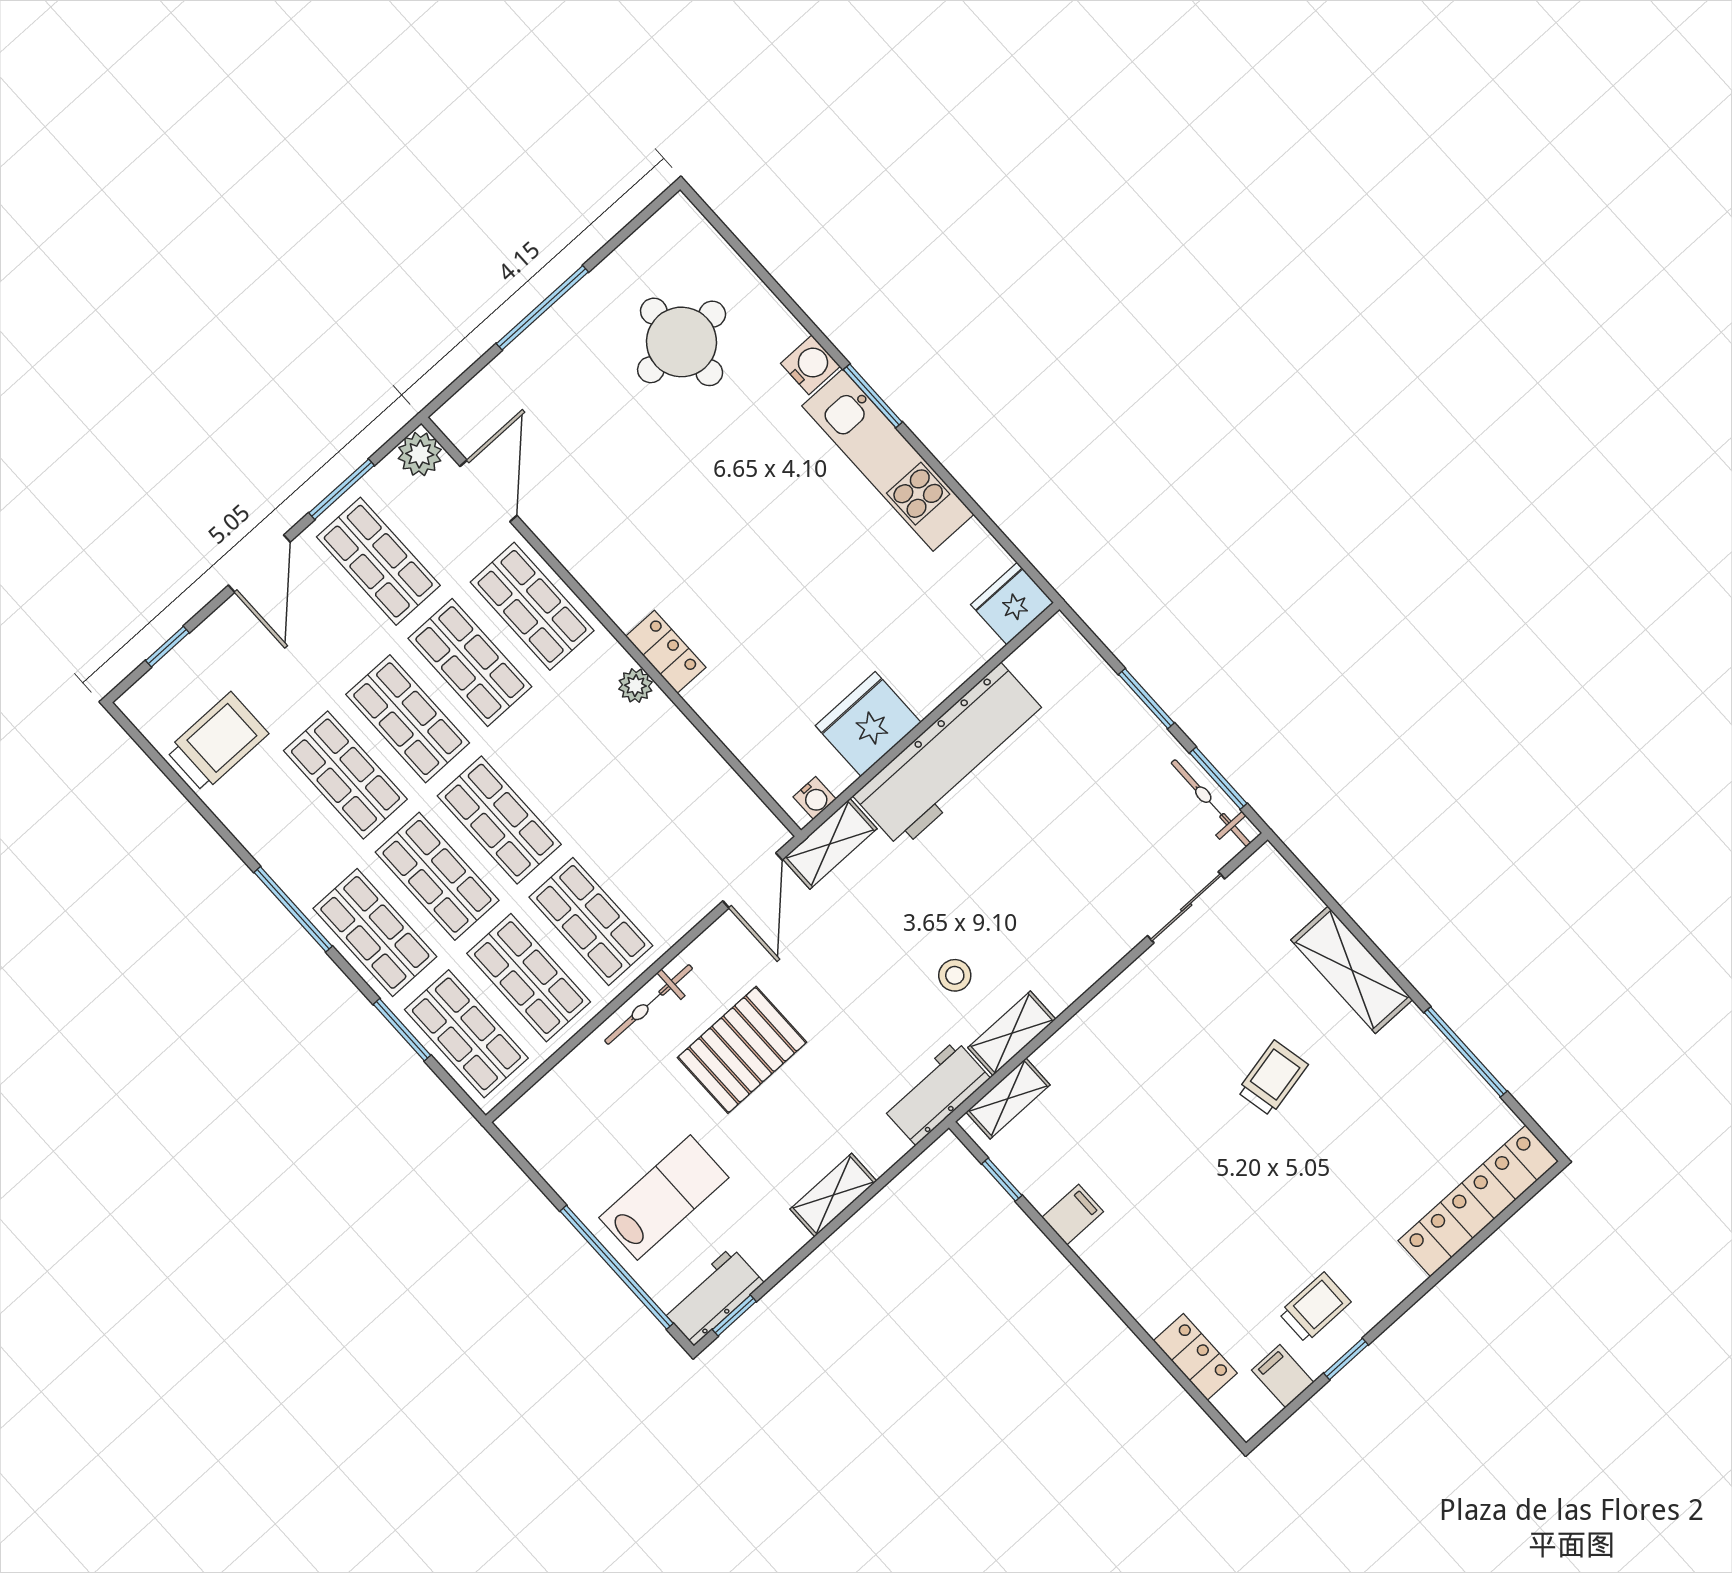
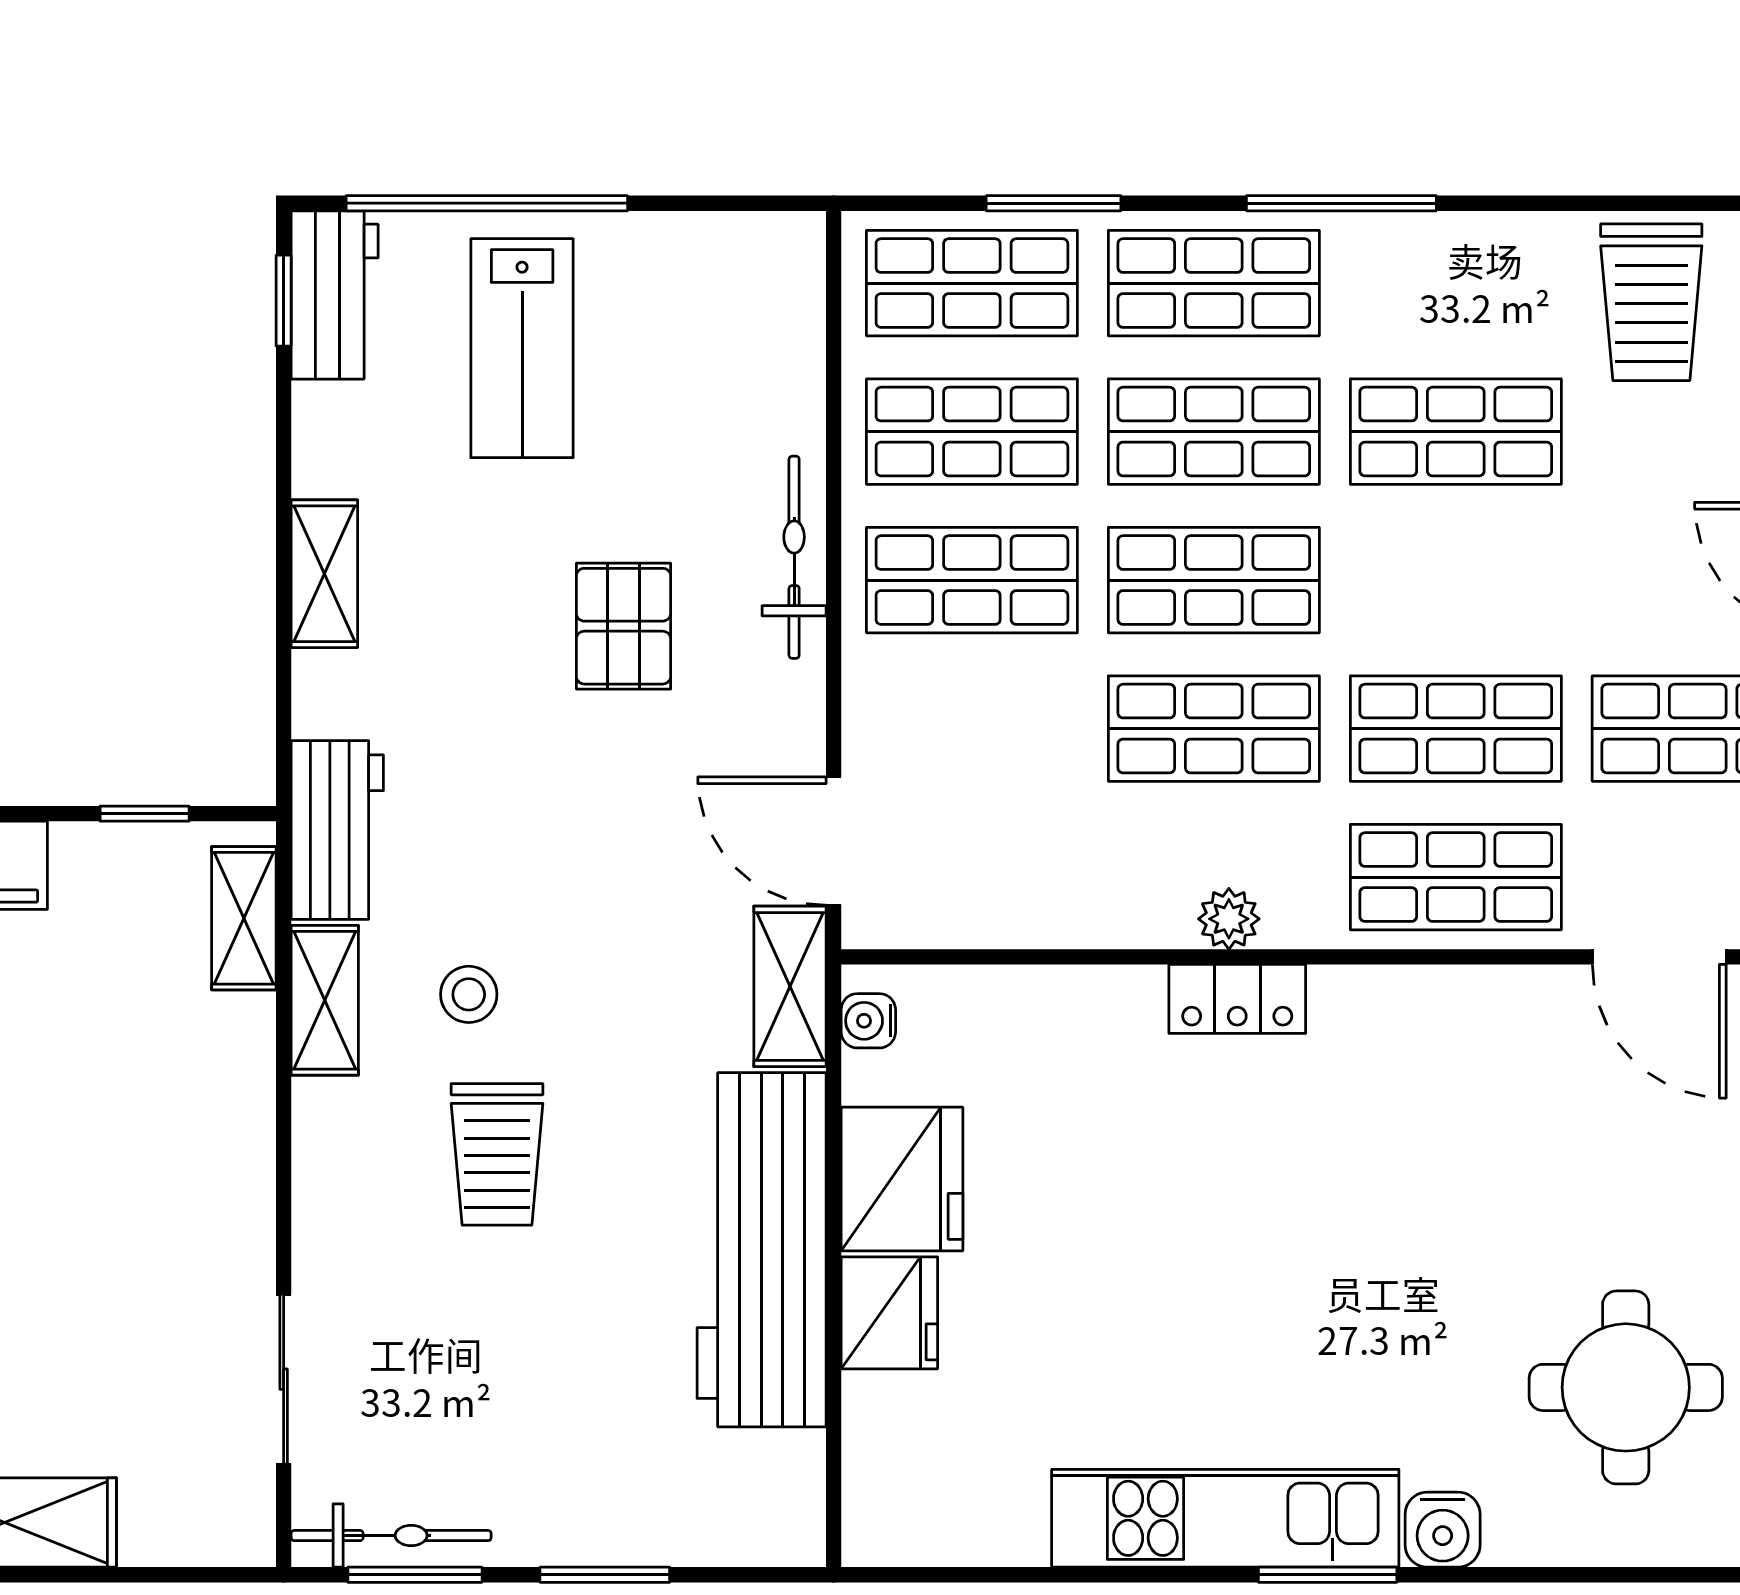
fridge: (1012, 604) -> (889, 1313), moved
shop shelf: (408, 719) -> (1214, 729), moved
trolley: (1011, 903) -> (497, 1154), added
pallet: (742, 1050) -> (623, 626), width x0.67, depth x0.71

